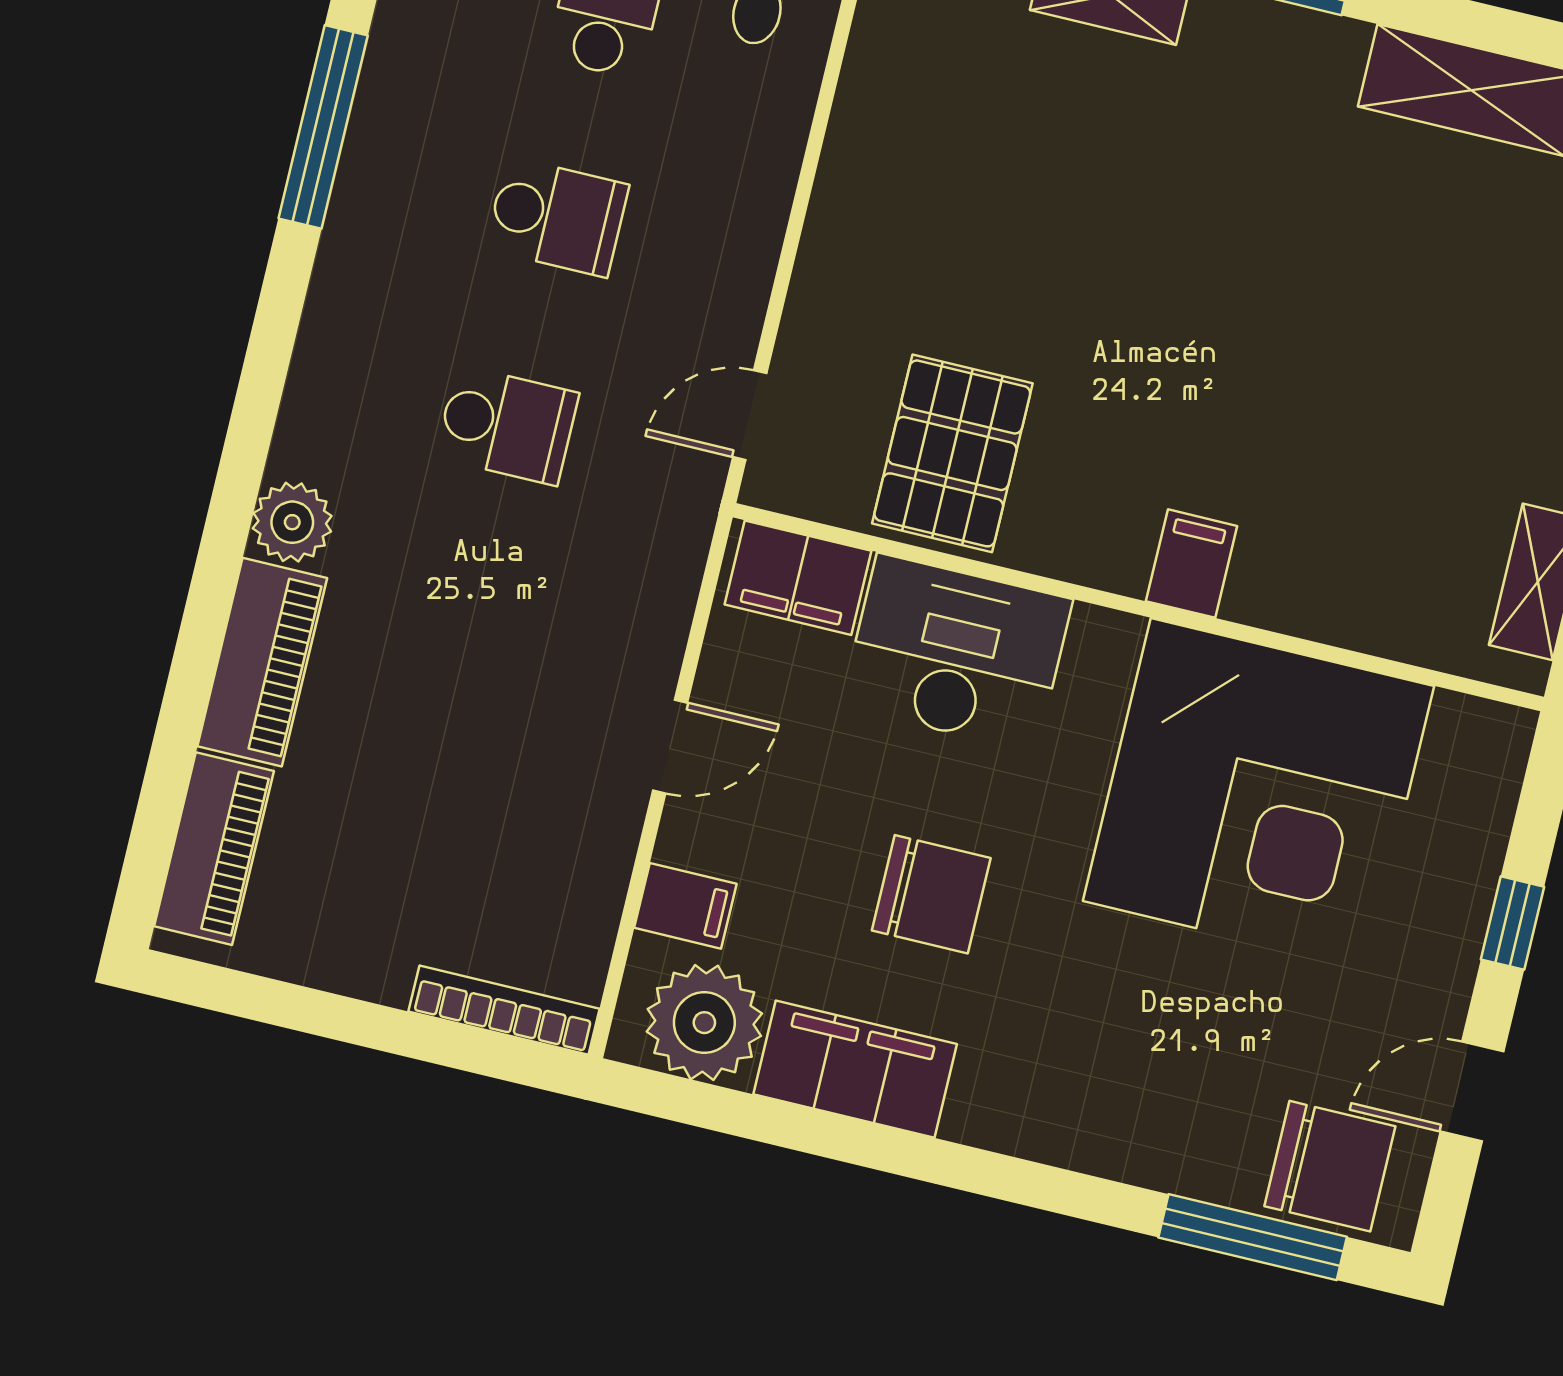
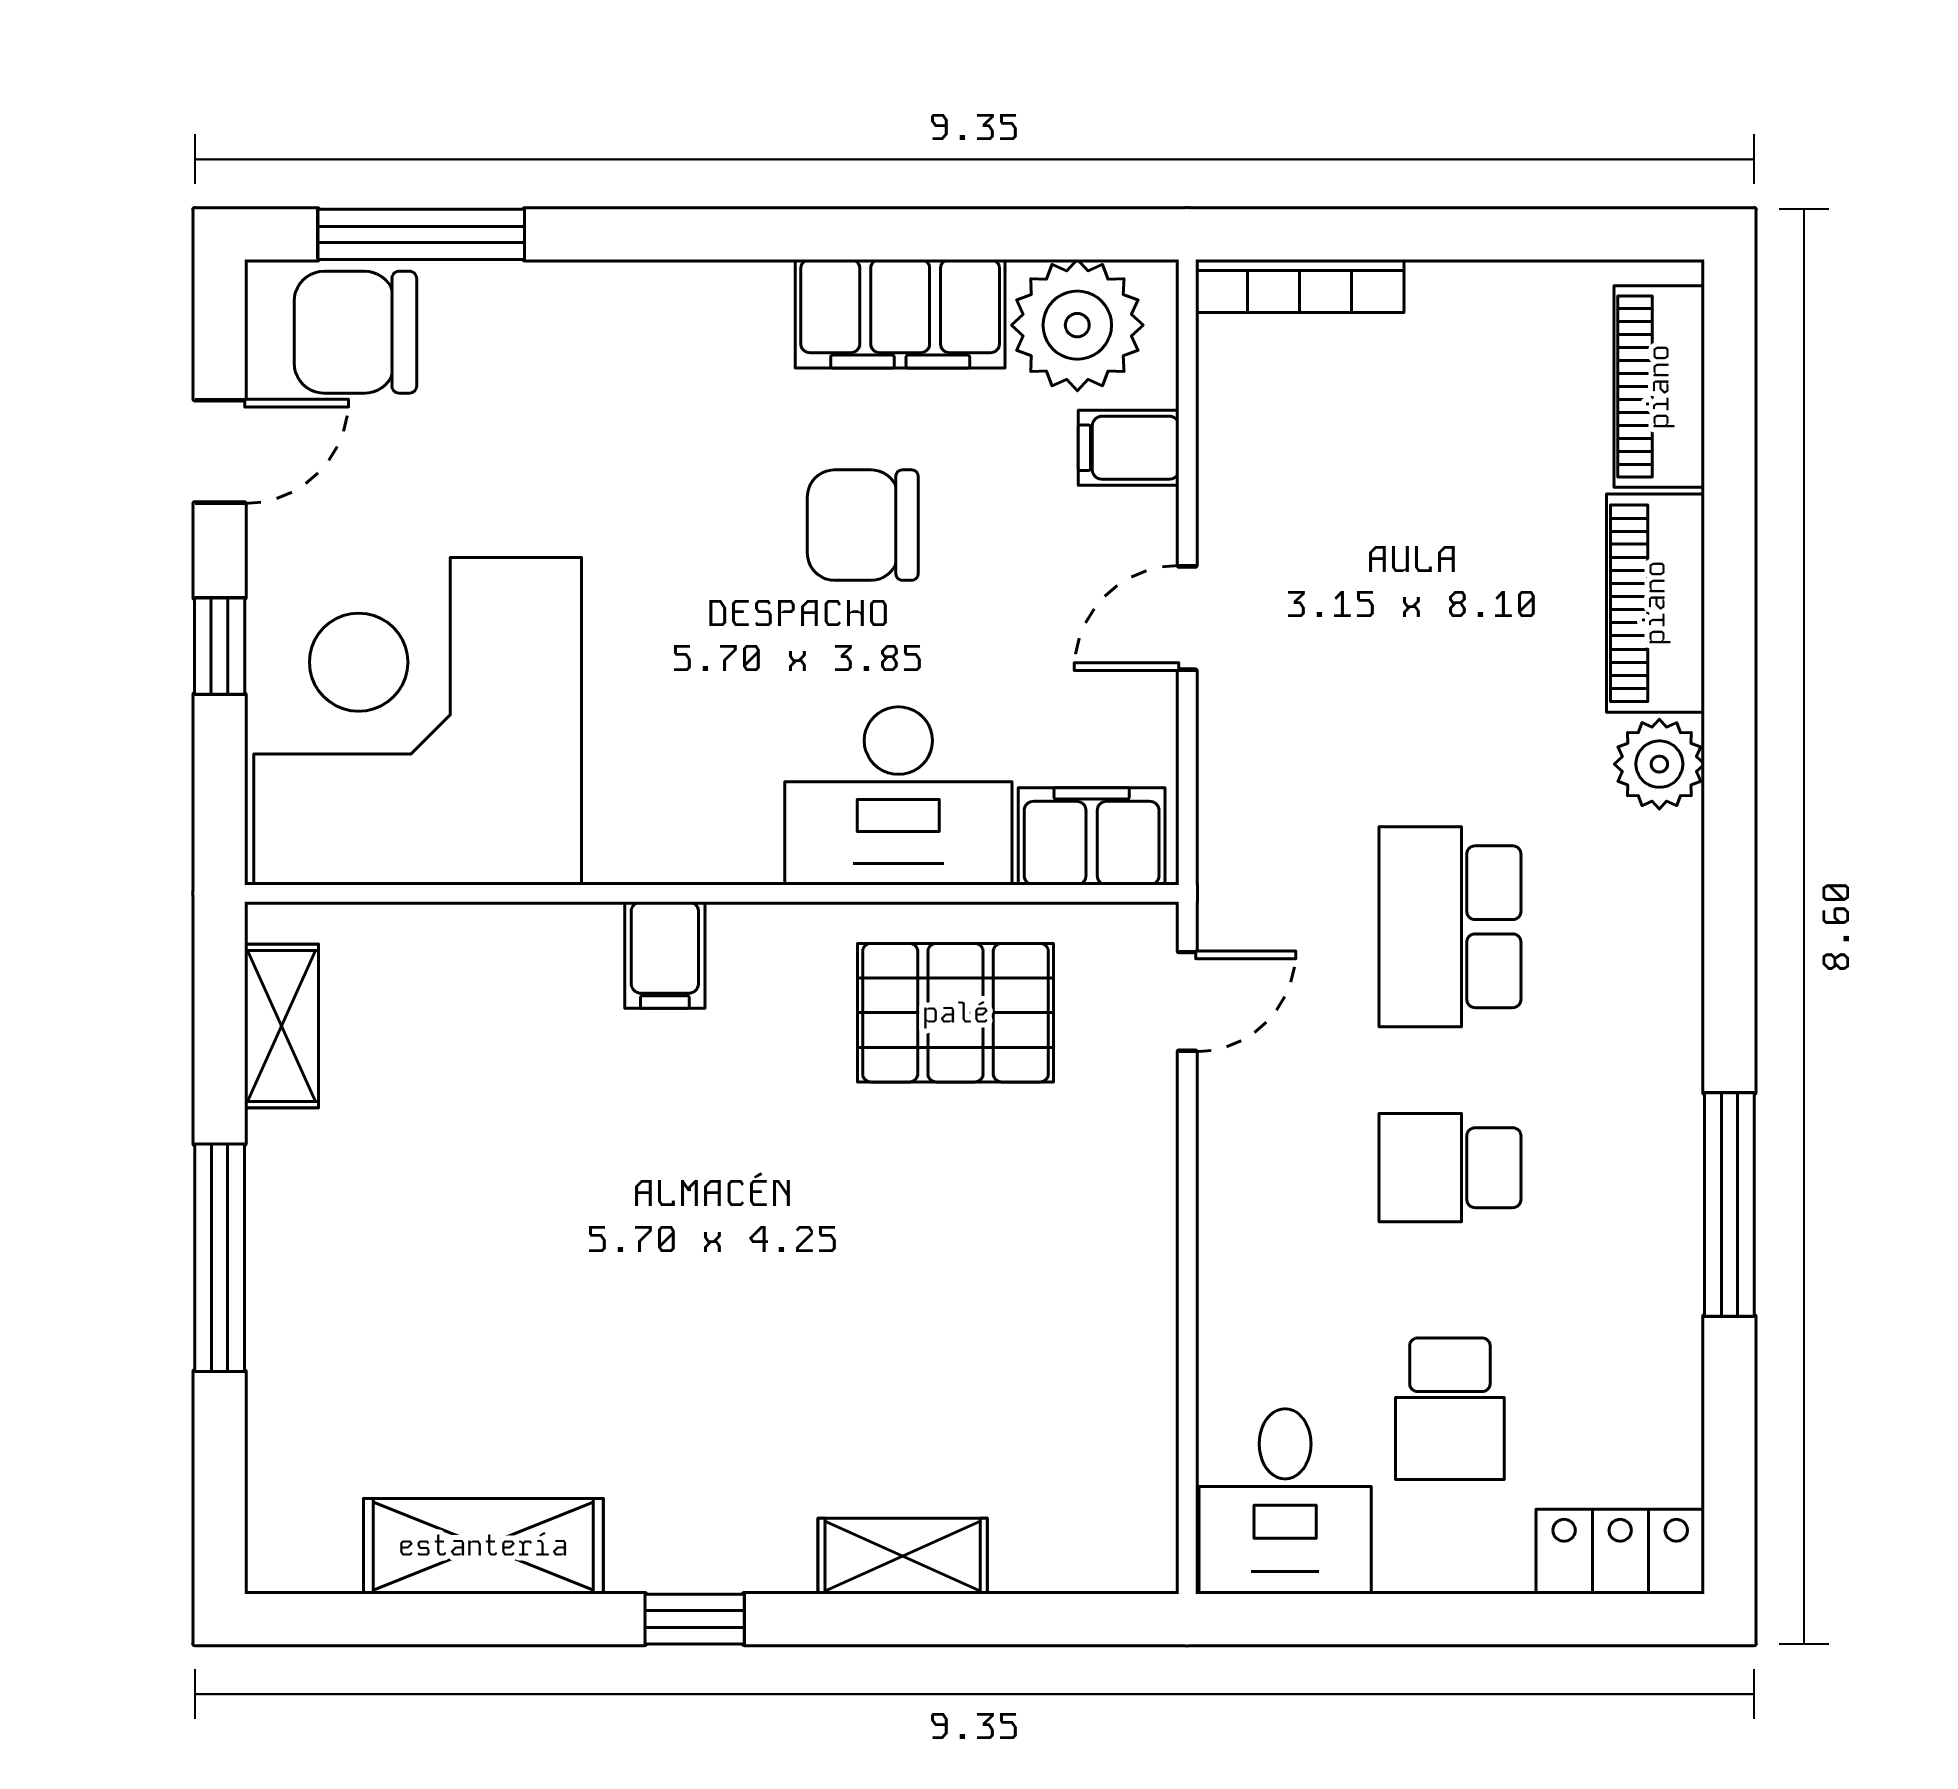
school desk: (507, 425) -> (1450, 927), width x1.85
pallet: (952, 453) -> (956, 1013), turned 90
corner desk: (1259, 793) -> (418, 721), moved

